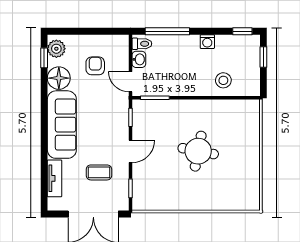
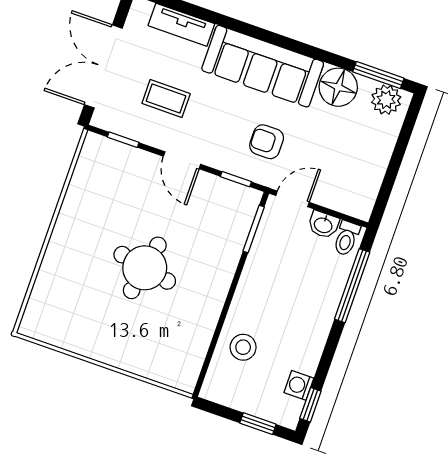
washing machine: (207, 42) -> (299, 385), moved
window: (44, 58) -> (378, 75), width x1.50
armchair: (95, 66) -> (267, 142), moved, turned 180
coffee table: (99, 172) -> (166, 98), turned 90

